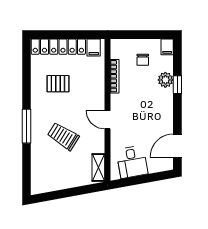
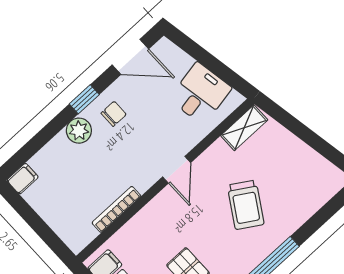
chair: (143, 60) -> (114, 114), moved
plant: (165, 80) -> (79, 131), moved
window: (177, 85) -> (84, 99), moved

